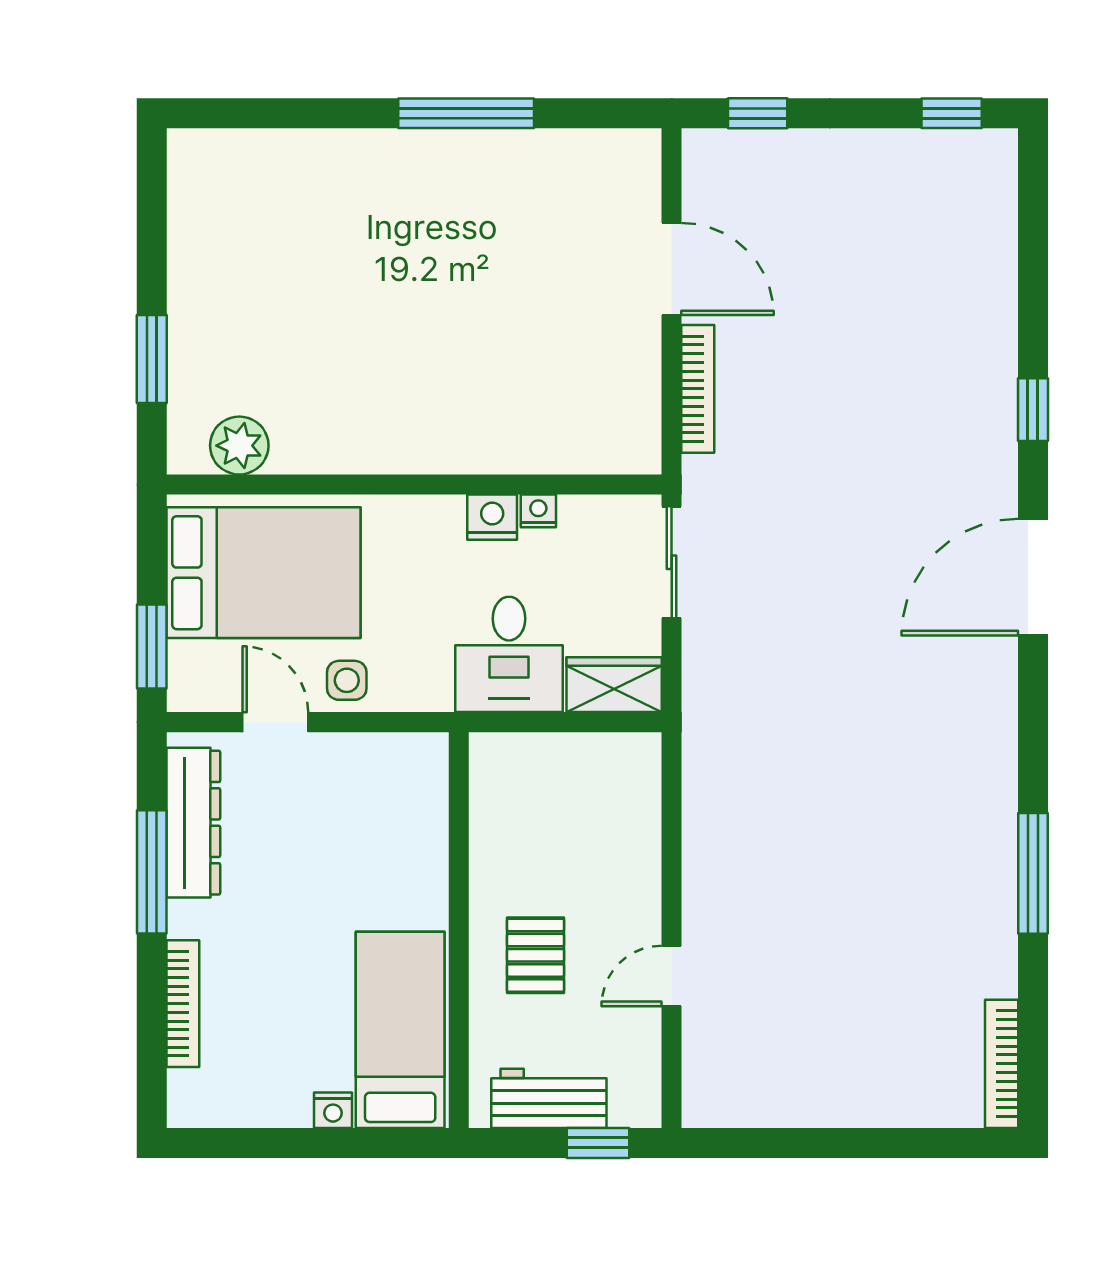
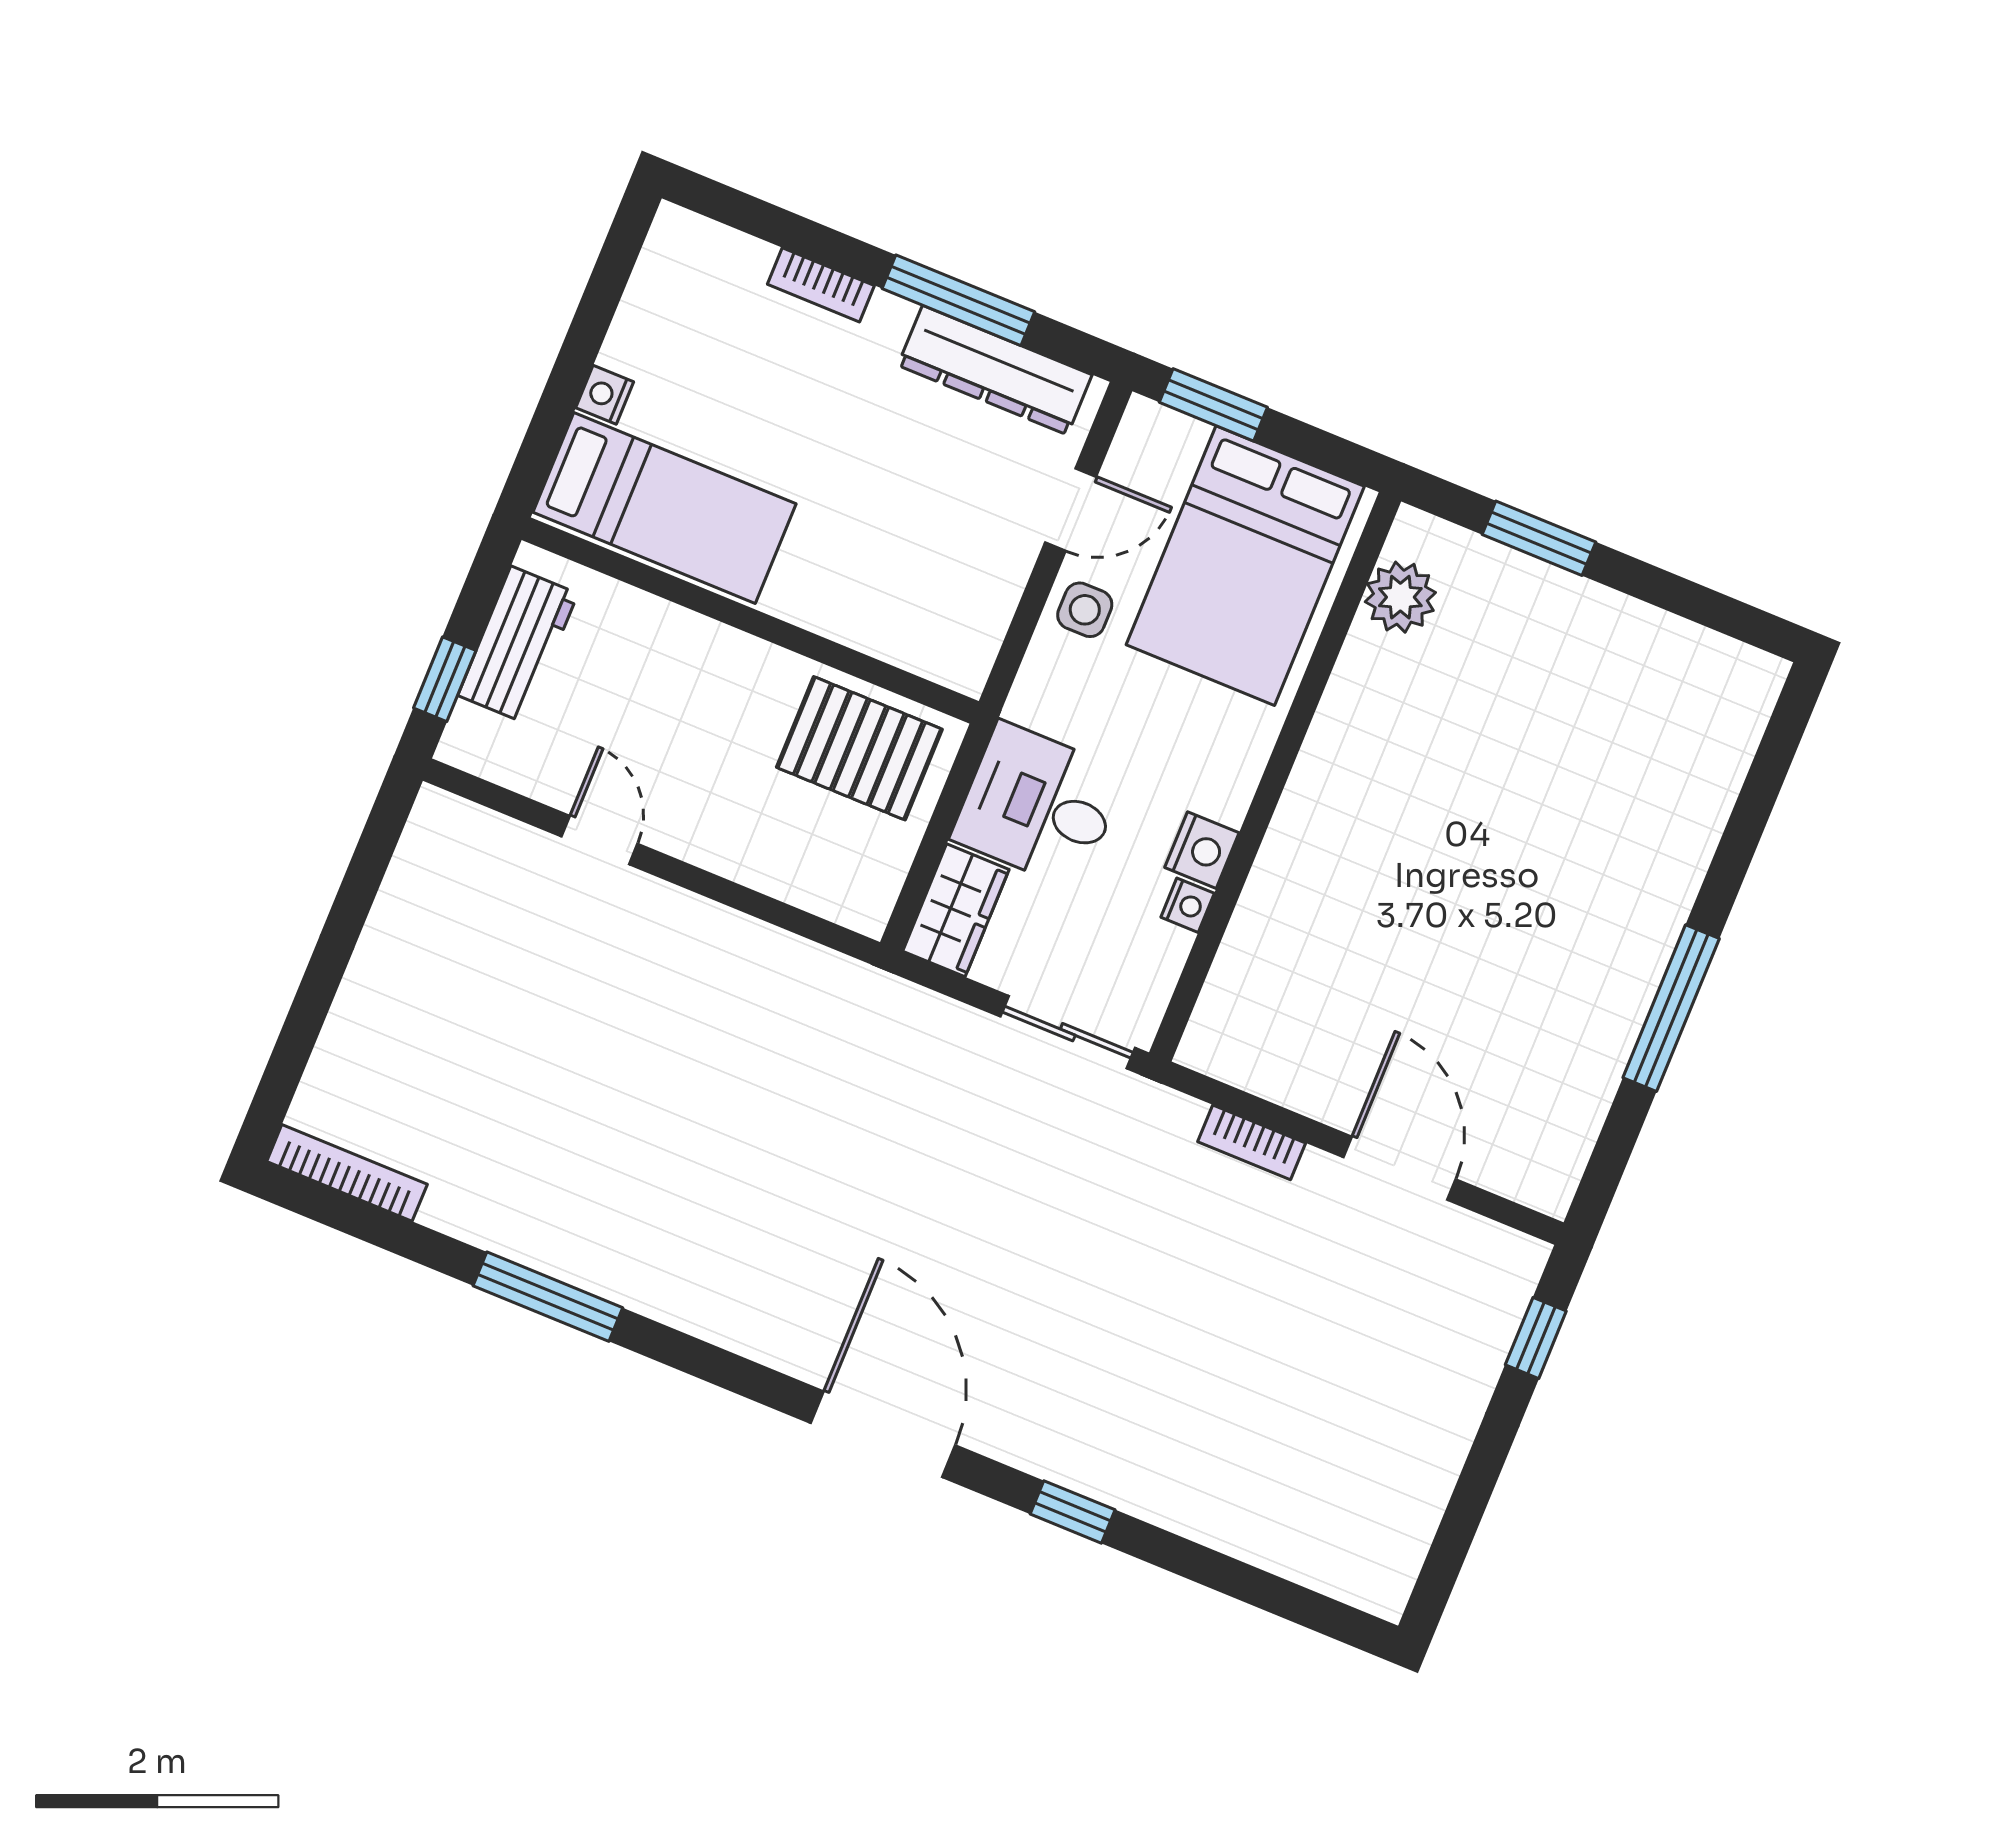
window: (952, 113) -> (1446, 1558), removed
door: (672, 269) -> (1400, 1168), swing flipped
bookcase: (698, 389) -> (1252, 1142), width x0.64
pallet: (536, 955) -> (859, 748), moved, width x1.50, depth x1.42
bookcase: (183, 1004) -> (821, 285), width x0.64

